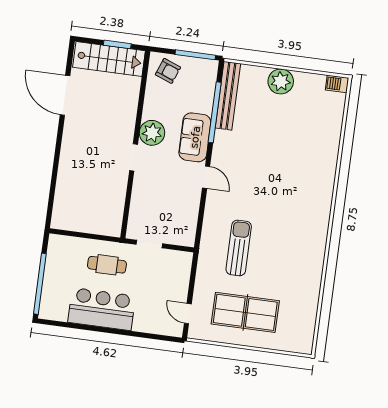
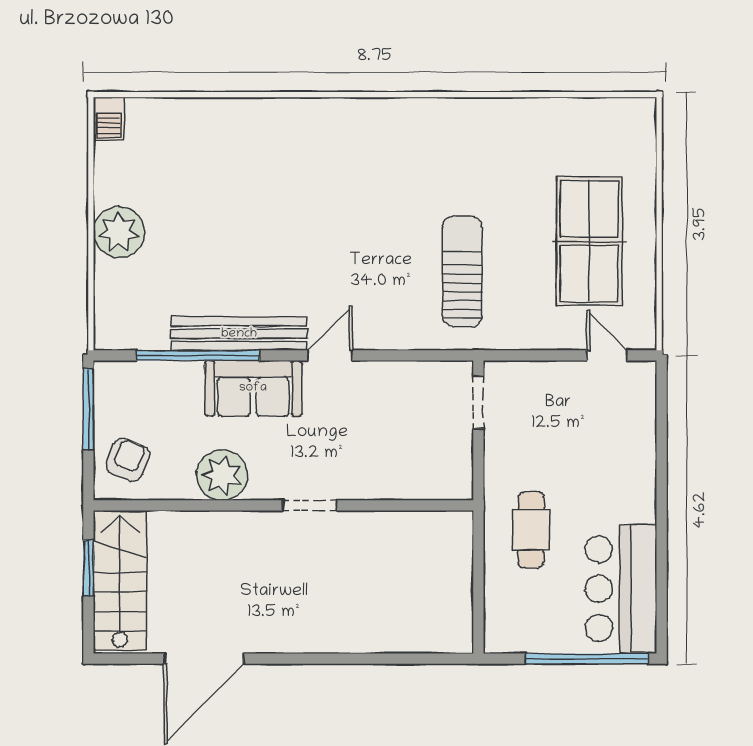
bench: (228, 96) -> (239, 334), moved
plant: (152, 133) -> (222, 475), moved
doorway: (149, 244) -> (478, 402), moved
sun lounger: (239, 248) -> (462, 271), turned 90
bar counter: (102, 309) -> (621, 589), moved
door: (188, 314) -> (607, 355), swing flipped

